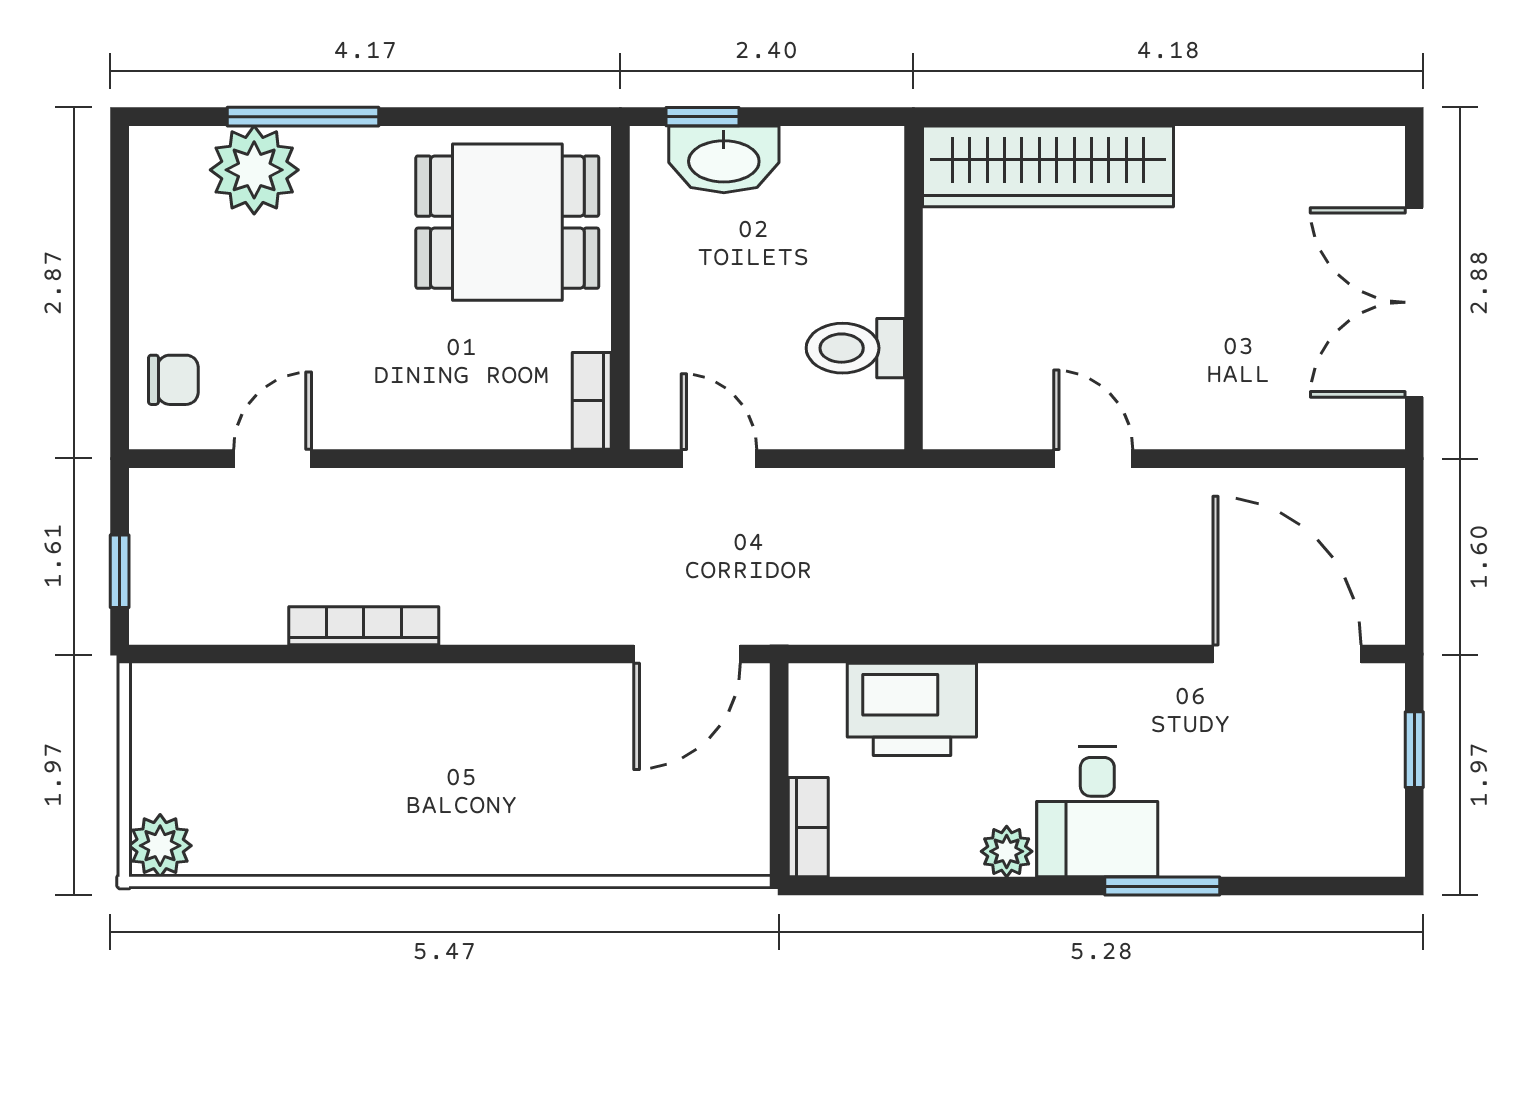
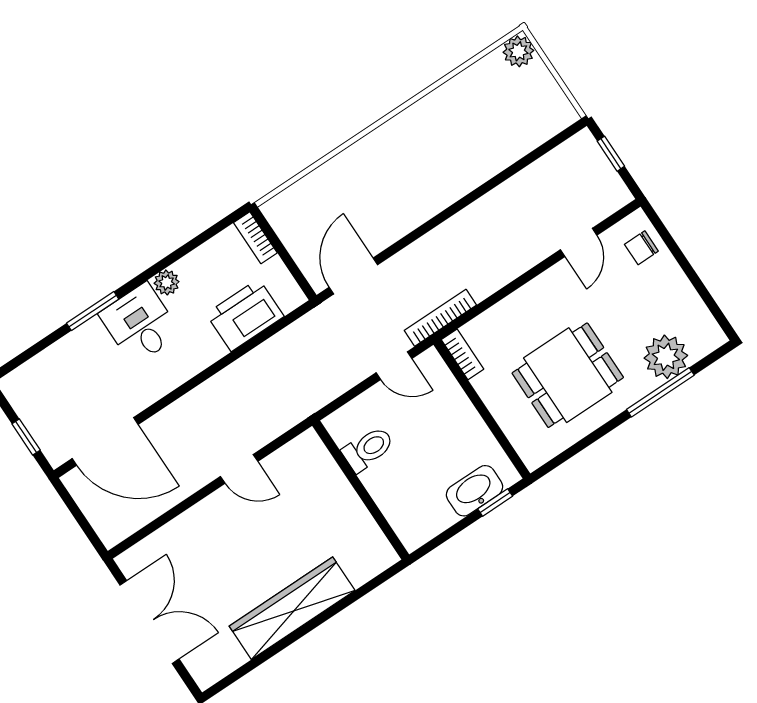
wardrobe: (1048, 166) -> (292, 608), moved
dining table: (507, 222) -> (568, 375), moved
bookcase: (364, 626) -> (440, 318), moved, turned 180

